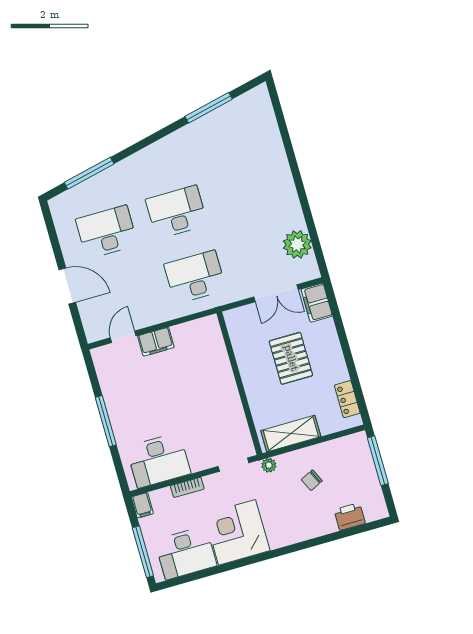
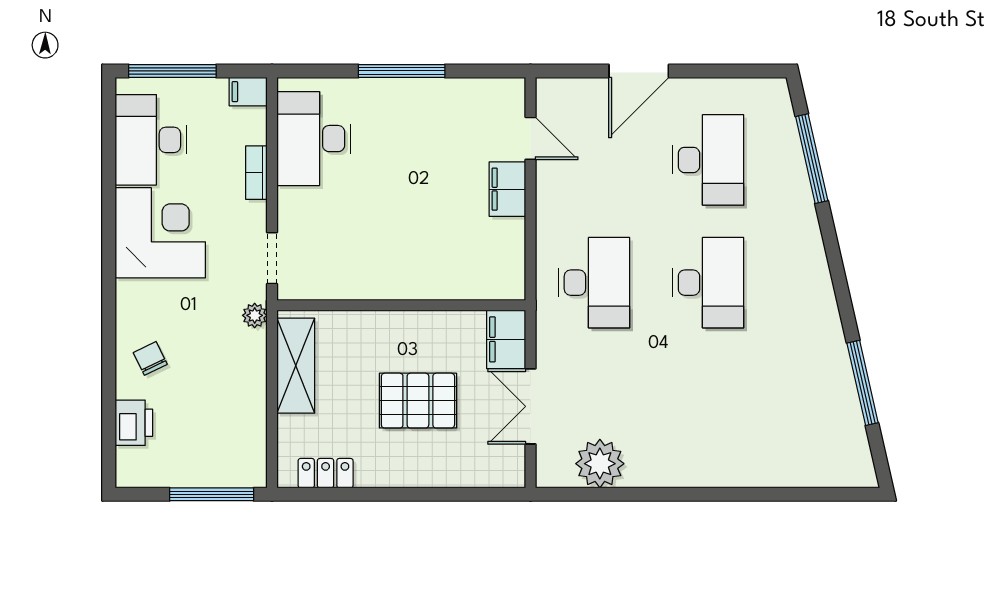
filing cabinet: (317, 303) -> (506, 339), moved, turned -90
chair: (312, 480) -> (150, 358), moved

